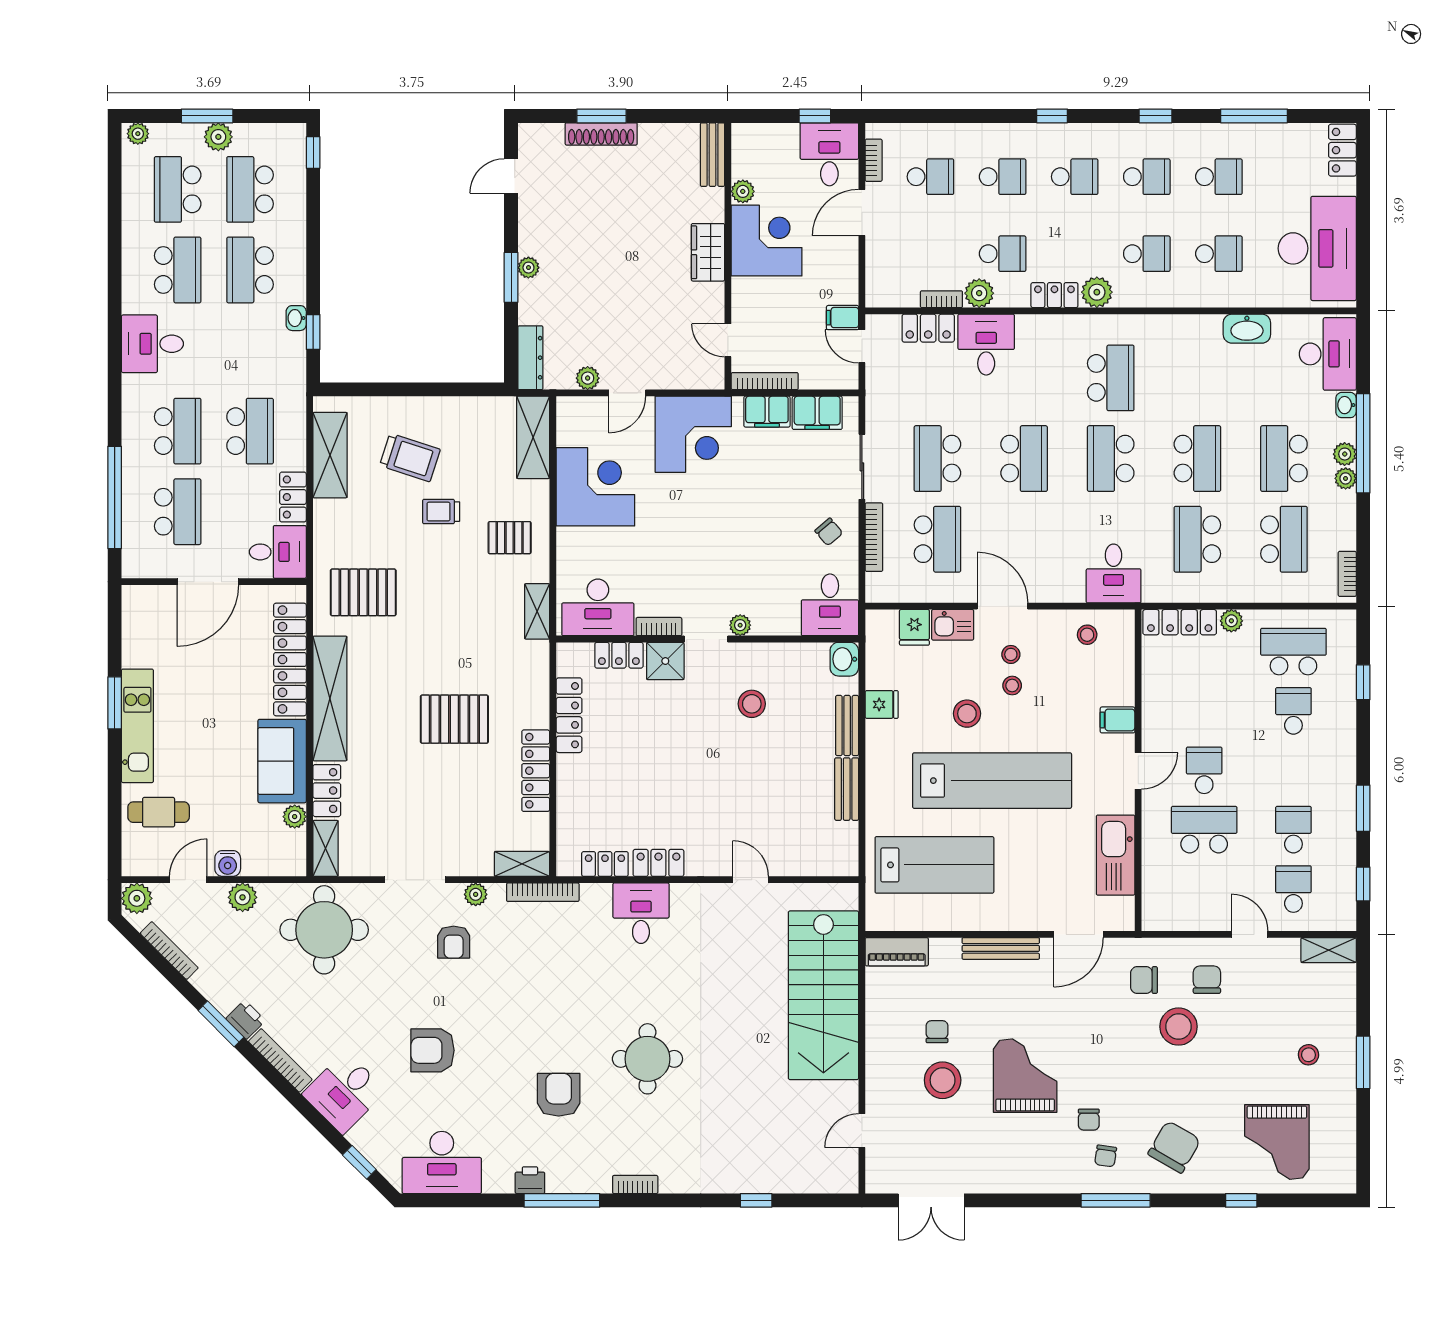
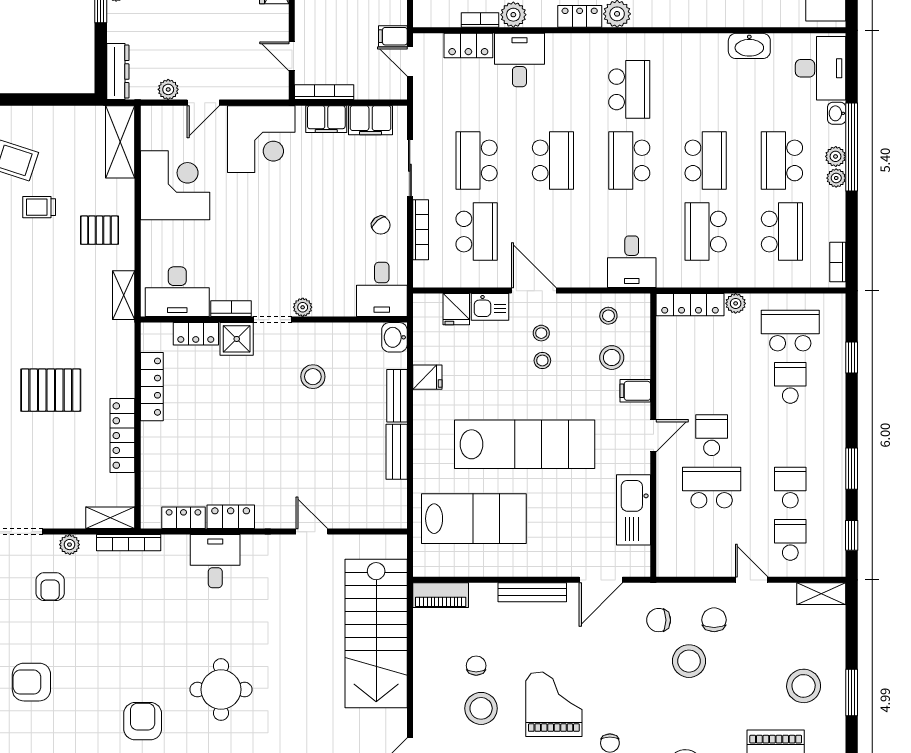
stool: (967, 714) -> (612, 358), moved
stool: (1308, 1055) -> (804, 686), width x1.89, depth x1.89

